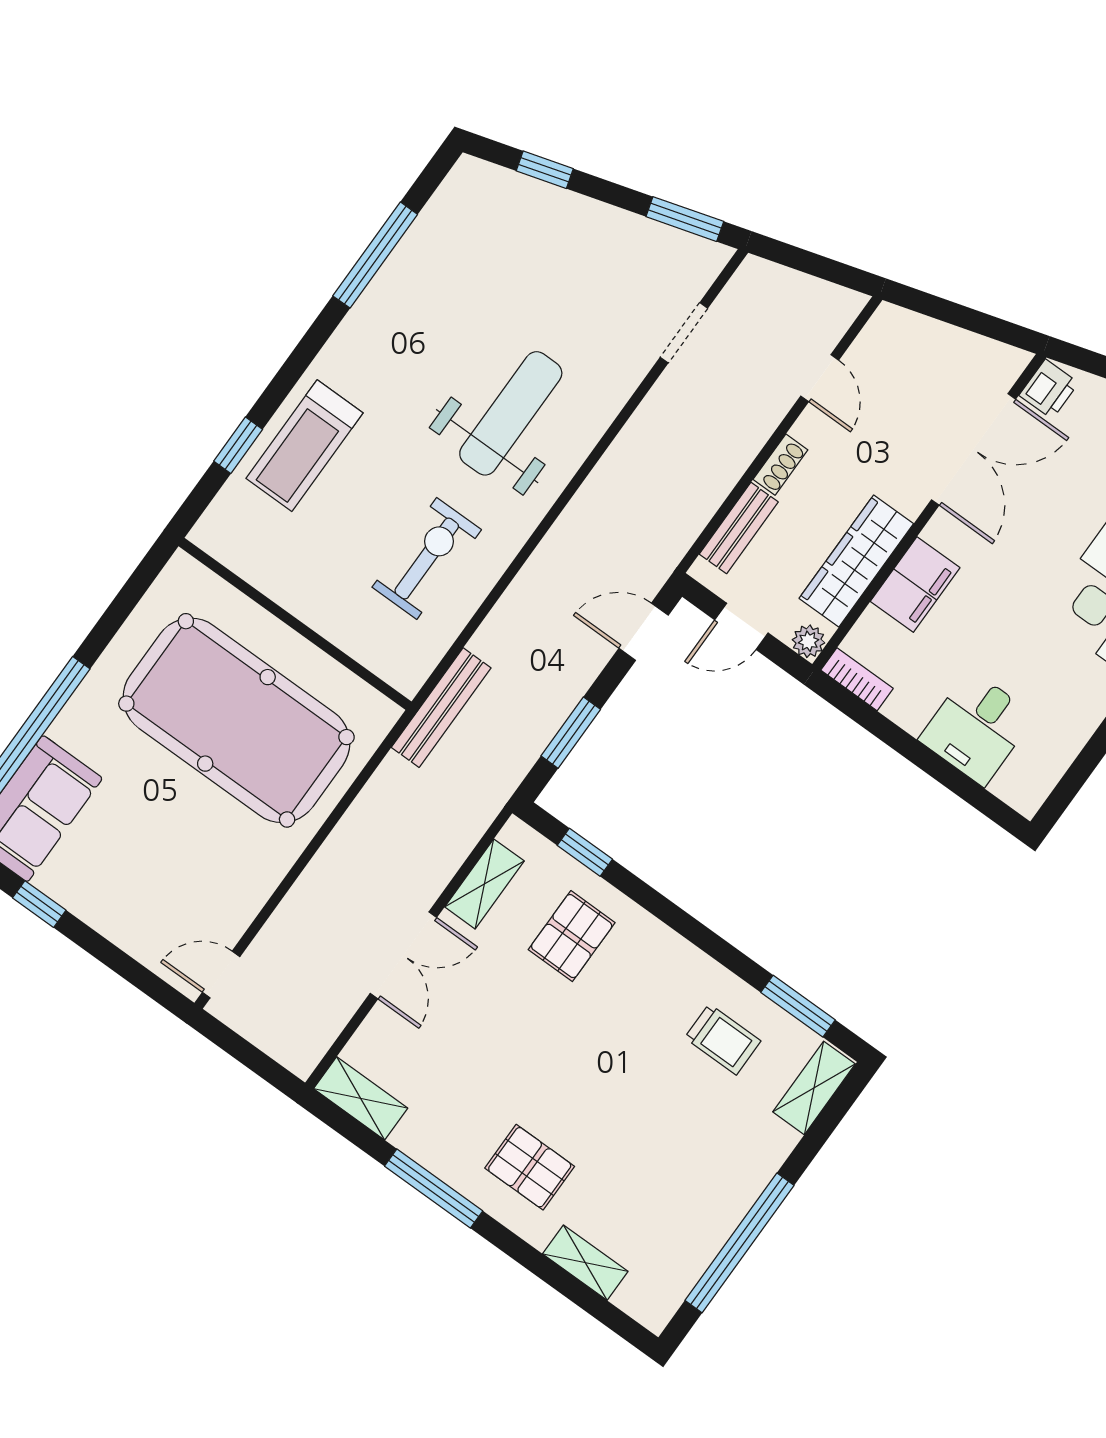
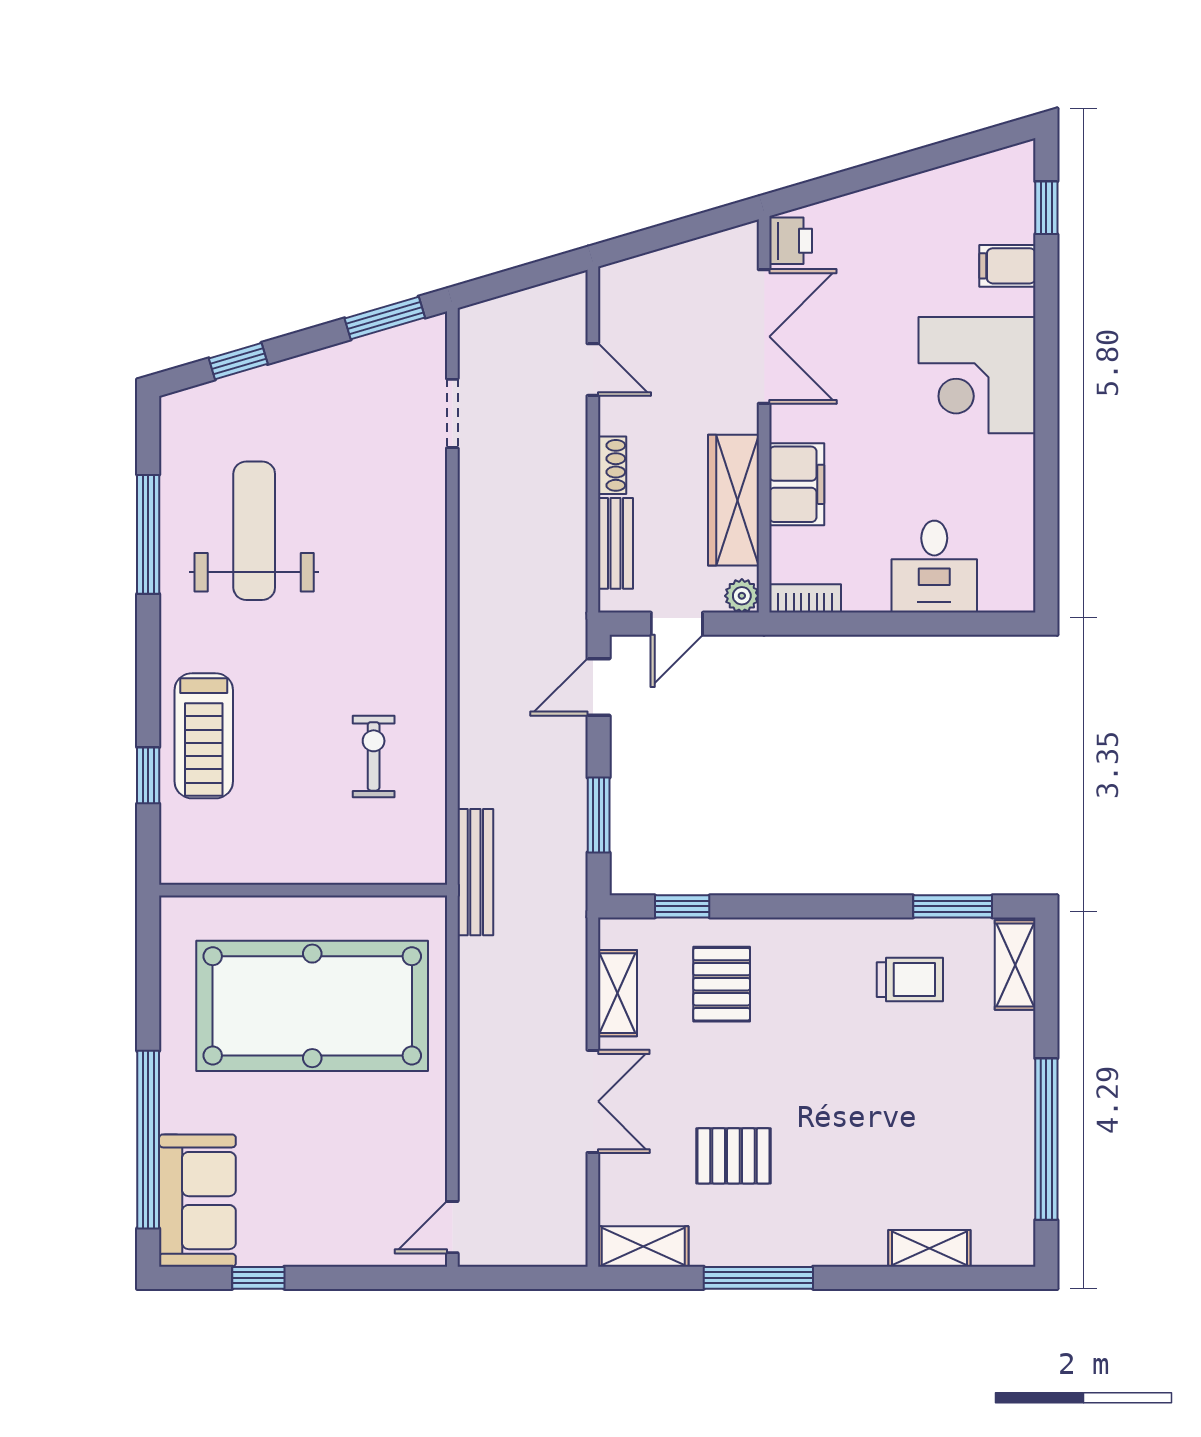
weight bench: (511, 413) -> (254, 531), moved
exercise bike: (427, 558) -> (374, 756), width x0.73, depth x0.72
pallet: (530, 1167) -> (733, 1156), moved

